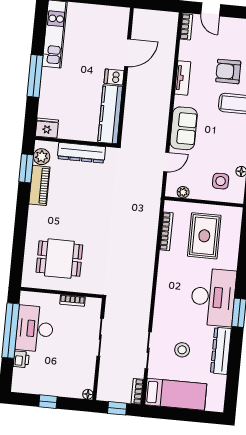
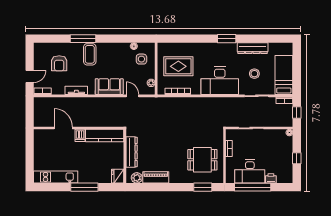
armchair: (228, 71) -> (59, 63), moved
window: (26, 168) -> (203, 187), moved
dining table: (59, 259) -> (202, 160), turned 90
desk: (213, 297) -> (220, 81), moved, turned 180

